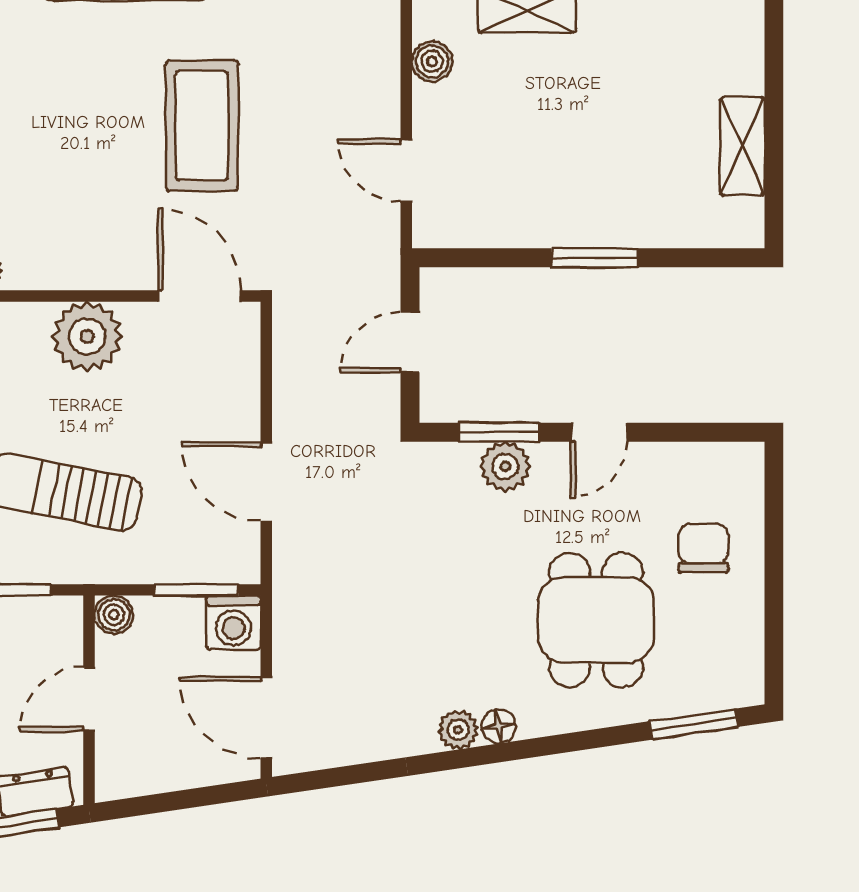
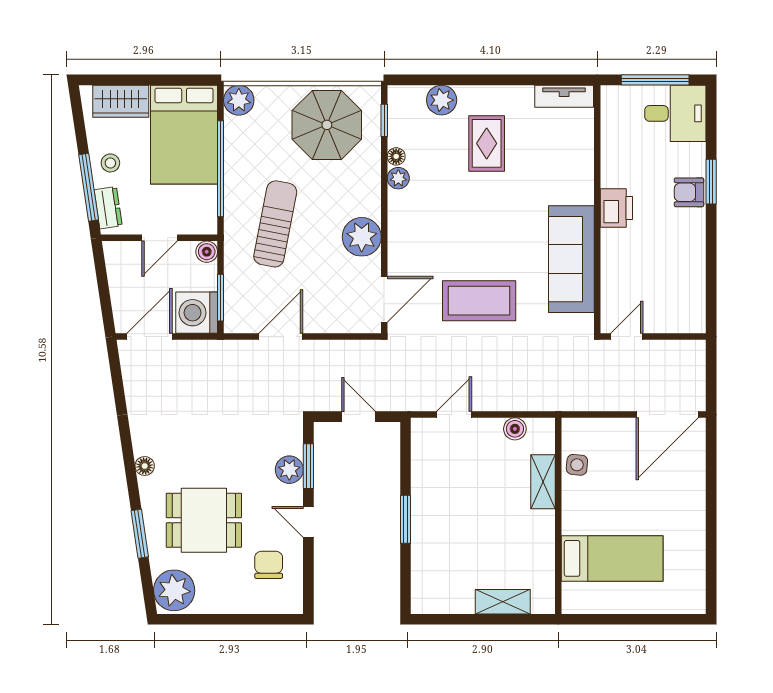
shelving: (742, 146) -> (503, 602), moved
chair: (703, 548) -> (269, 565), moved, turned -90
washing machine: (234, 623) -> (197, 313), width x1.37, depth x1.37
door: (89, 699) -> (160, 238), swing flipped
window: (694, 724) -> (140, 534), moved
plant: (458, 730) -> (174, 590), moved, width x1.87, depth x1.87

